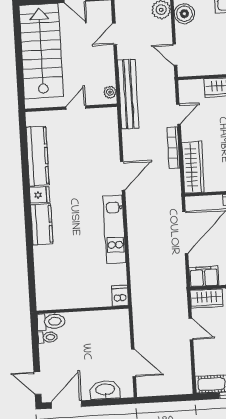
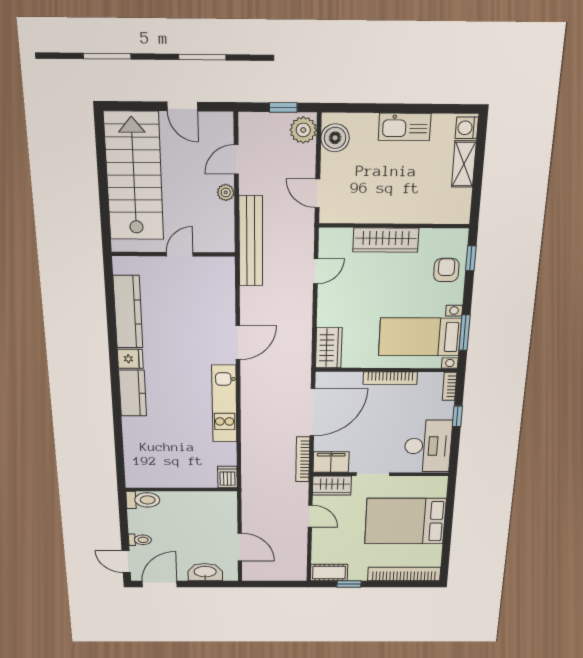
plant: (110, 92) -> (226, 192), moved
bookcase: (173, 148) -> (303, 459), moved
wardrobe: (193, 167) -> (329, 348), width x0.67
toilet: (48, 337) -> (140, 540), moved

